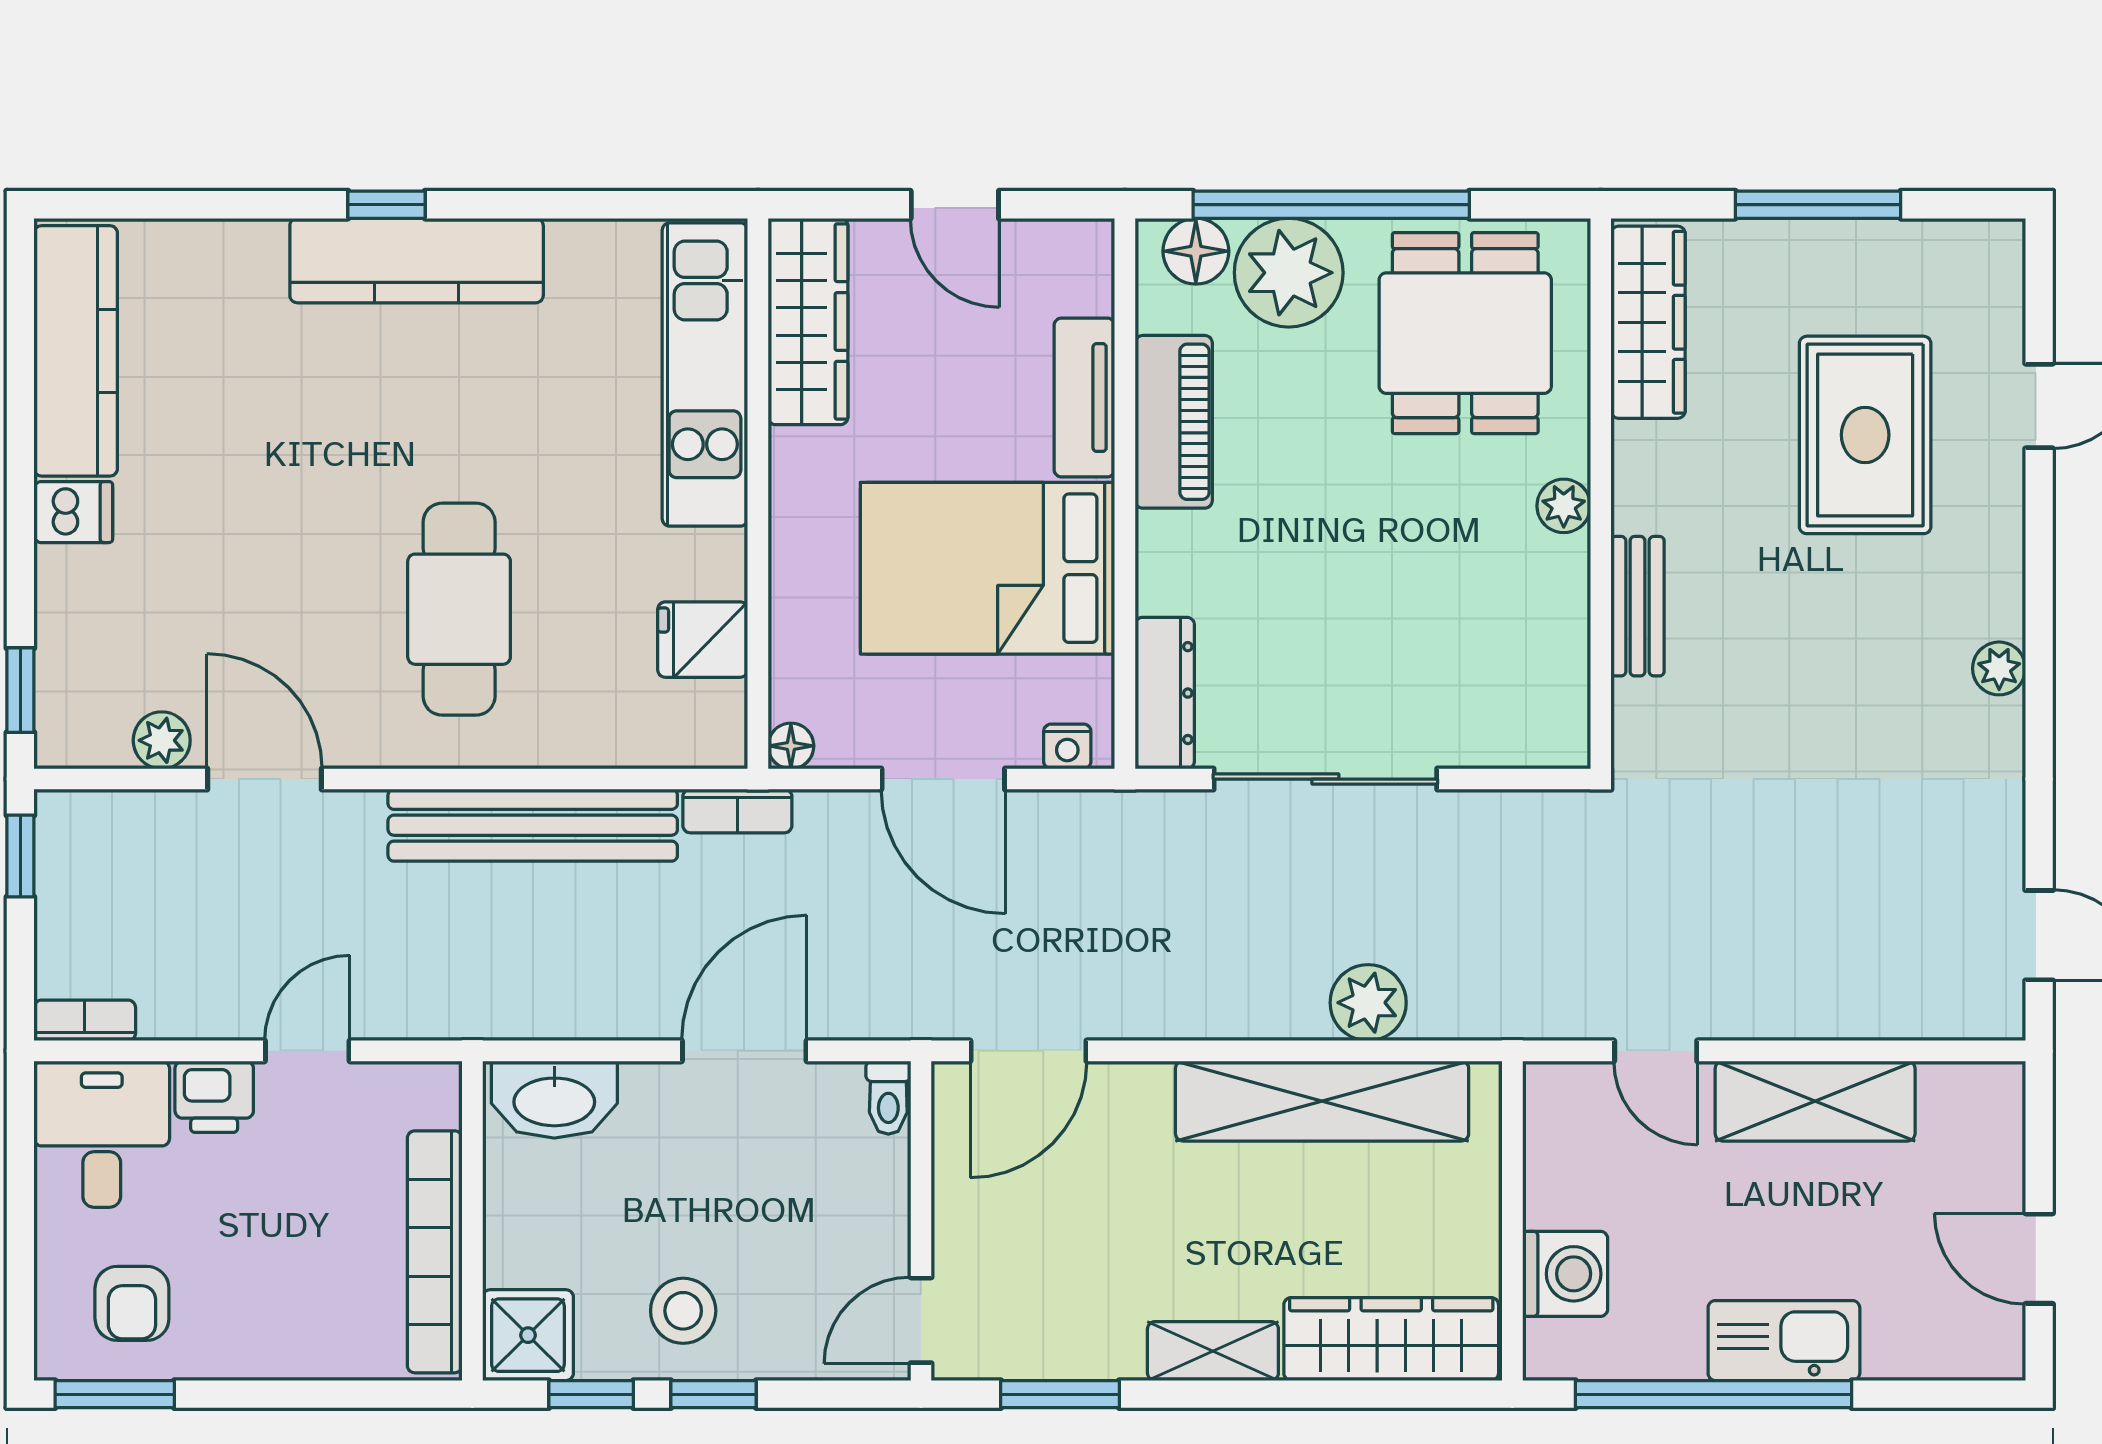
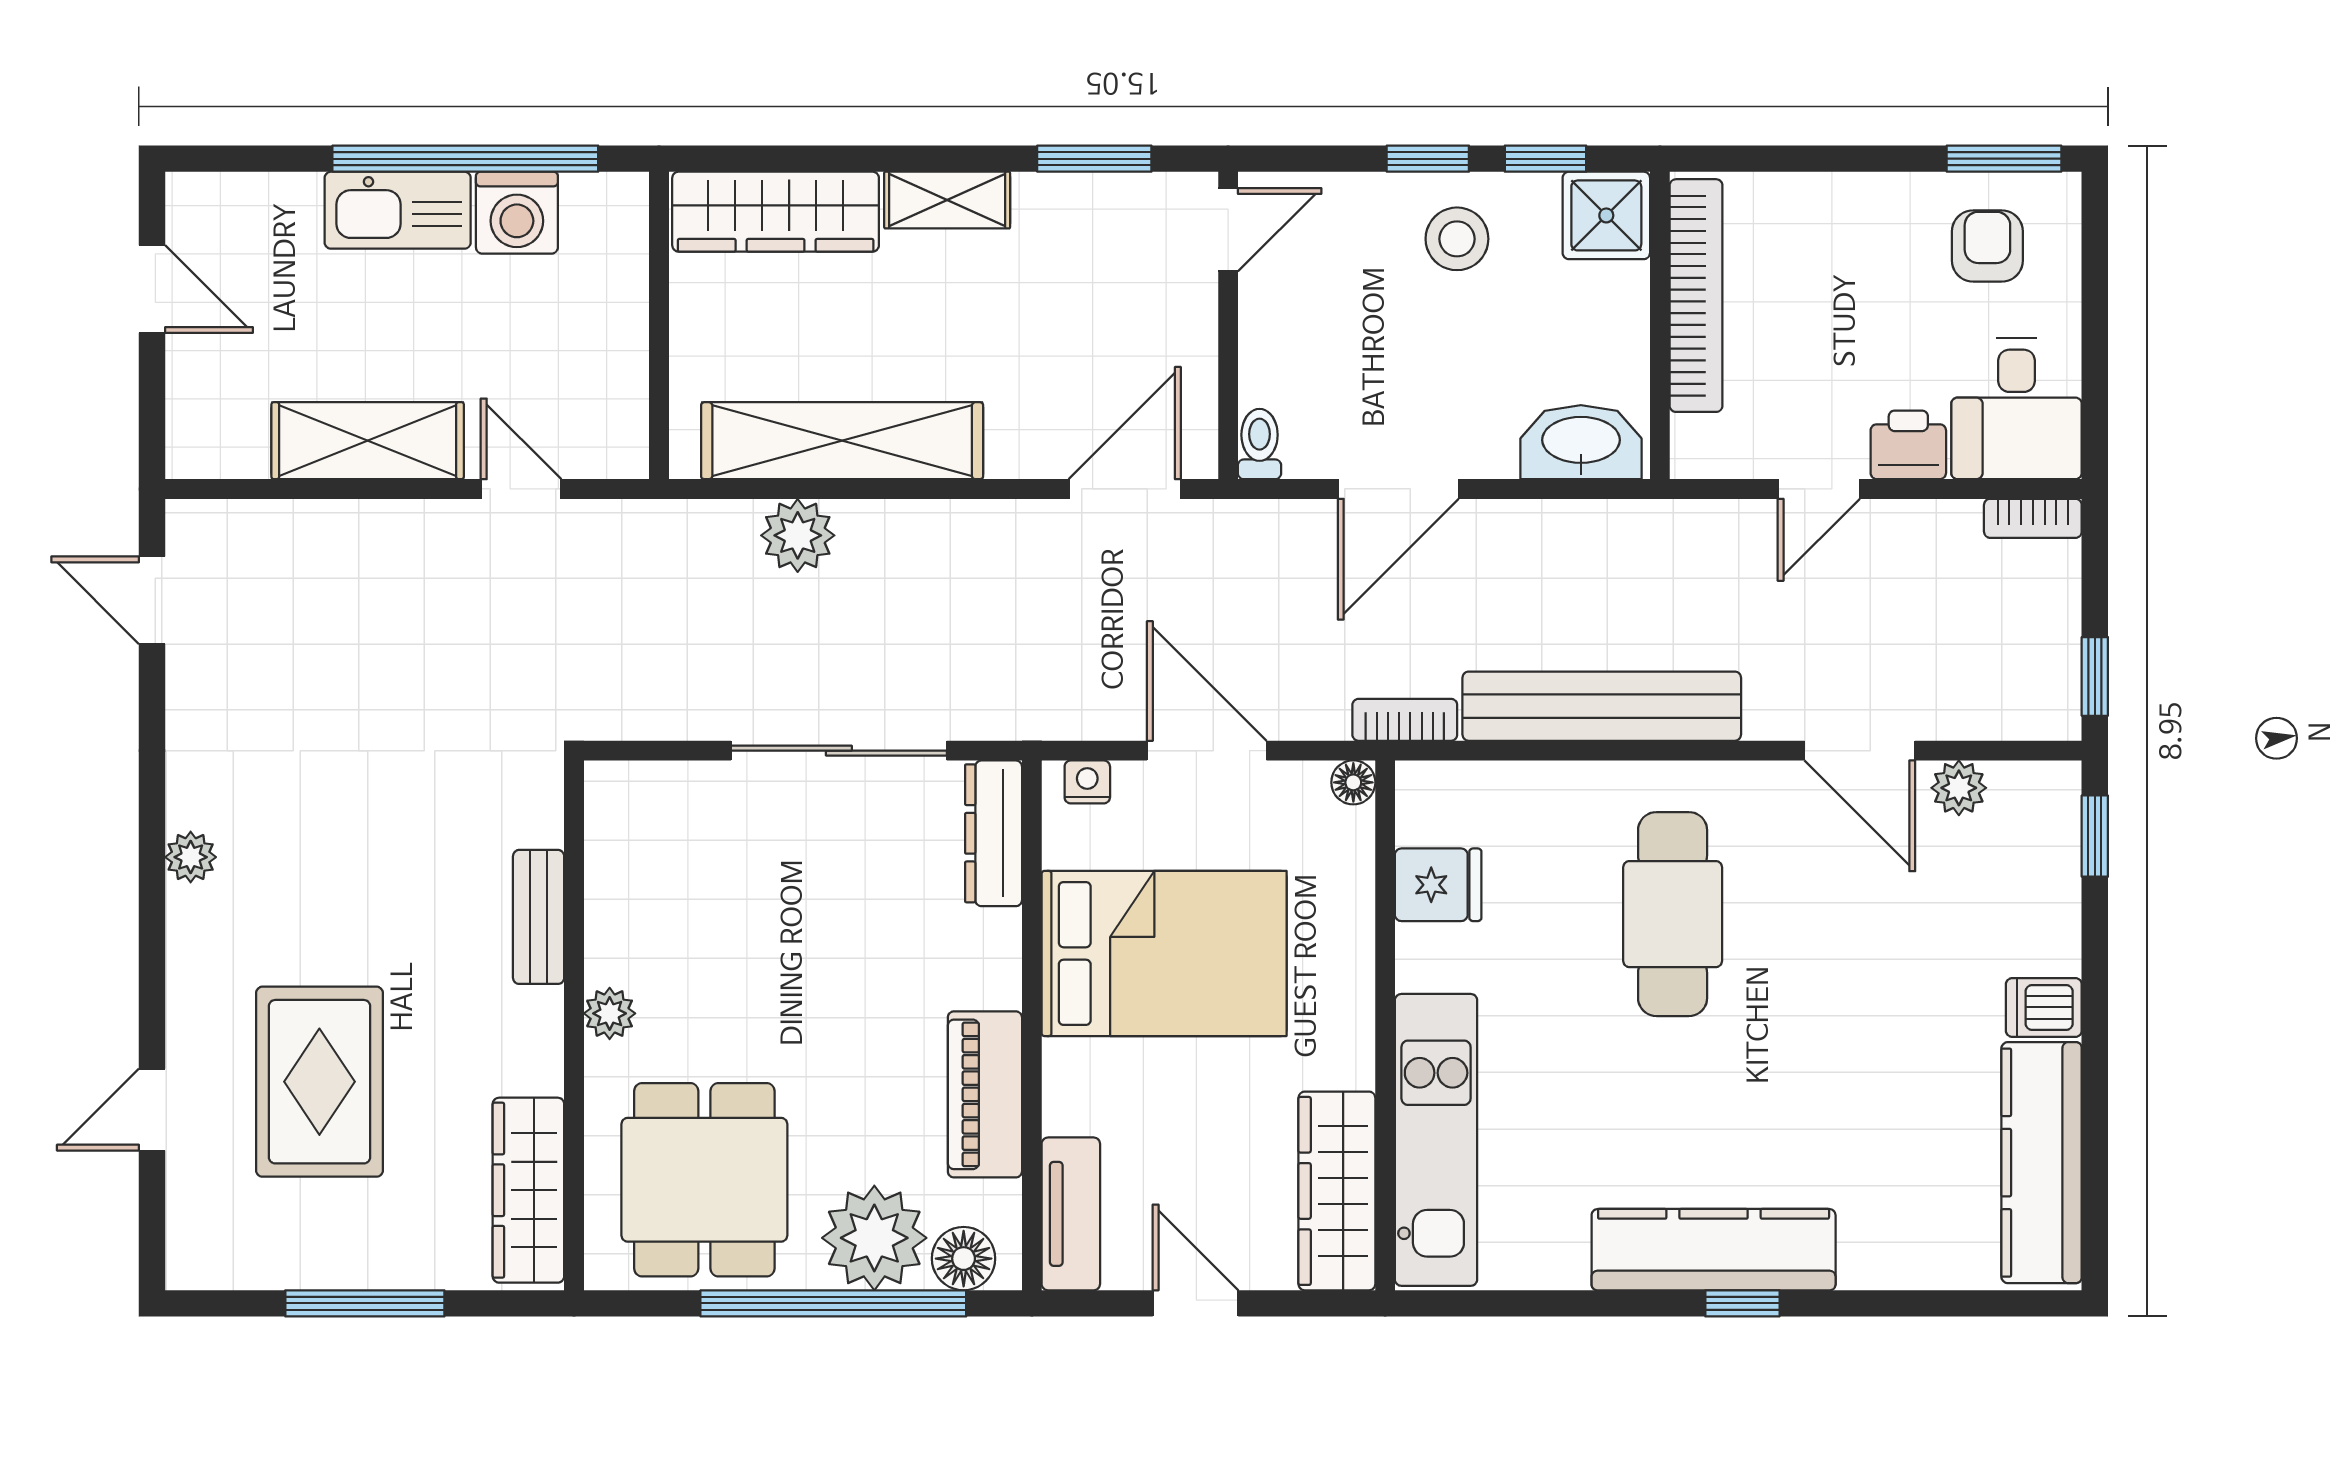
tv unit: (1084, 398) -> (1071, 1214), moved
washing machine: (1565, 1274) -> (517, 213), moved, turned -90

